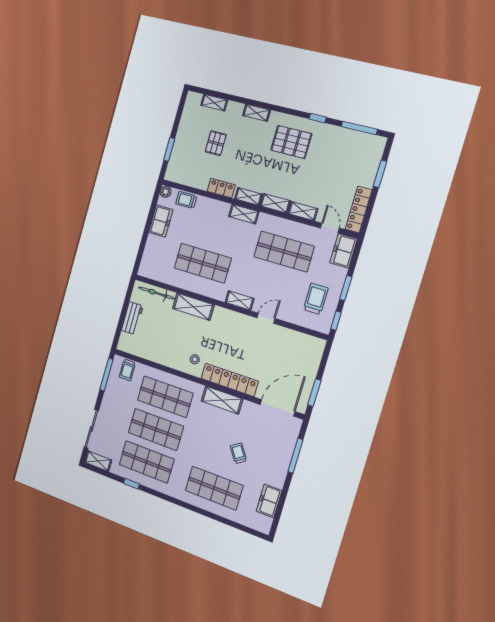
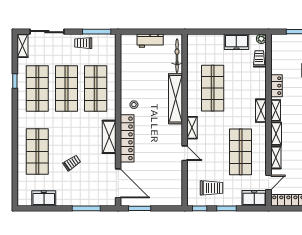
shelving: (193, 307) -> (176, 99), width x1.47
trolley: (127, 370) -> (83, 43), moved

